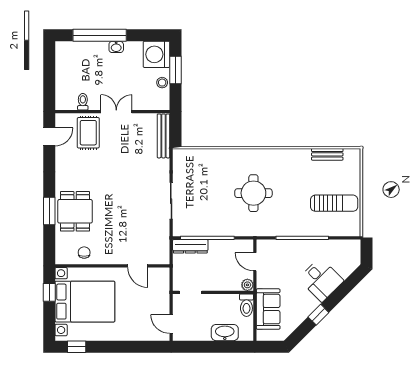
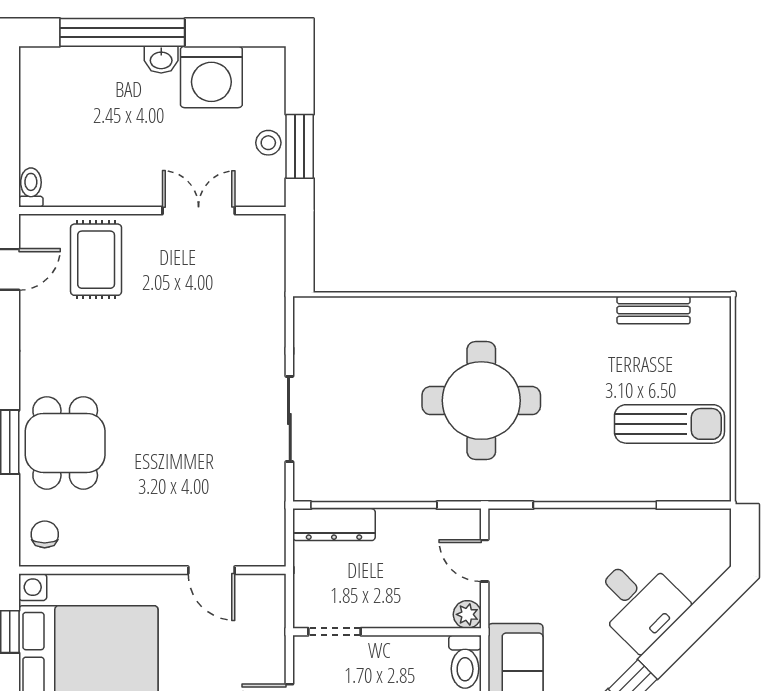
washing machine: (156, 54) -> (211, 77), moved, turned -90
window: (176, 70) -> (300, 146), moved
toilet: (83, 102) -> (31, 187), moved
double door: (116, 112) -> (199, 211), moved
bench: (164, 136) -> (272, 267), removed
round table: (253, 193) -> (481, 401), width x1.36, depth x1.36
chair: (84, 253) -> (45, 534), moved

